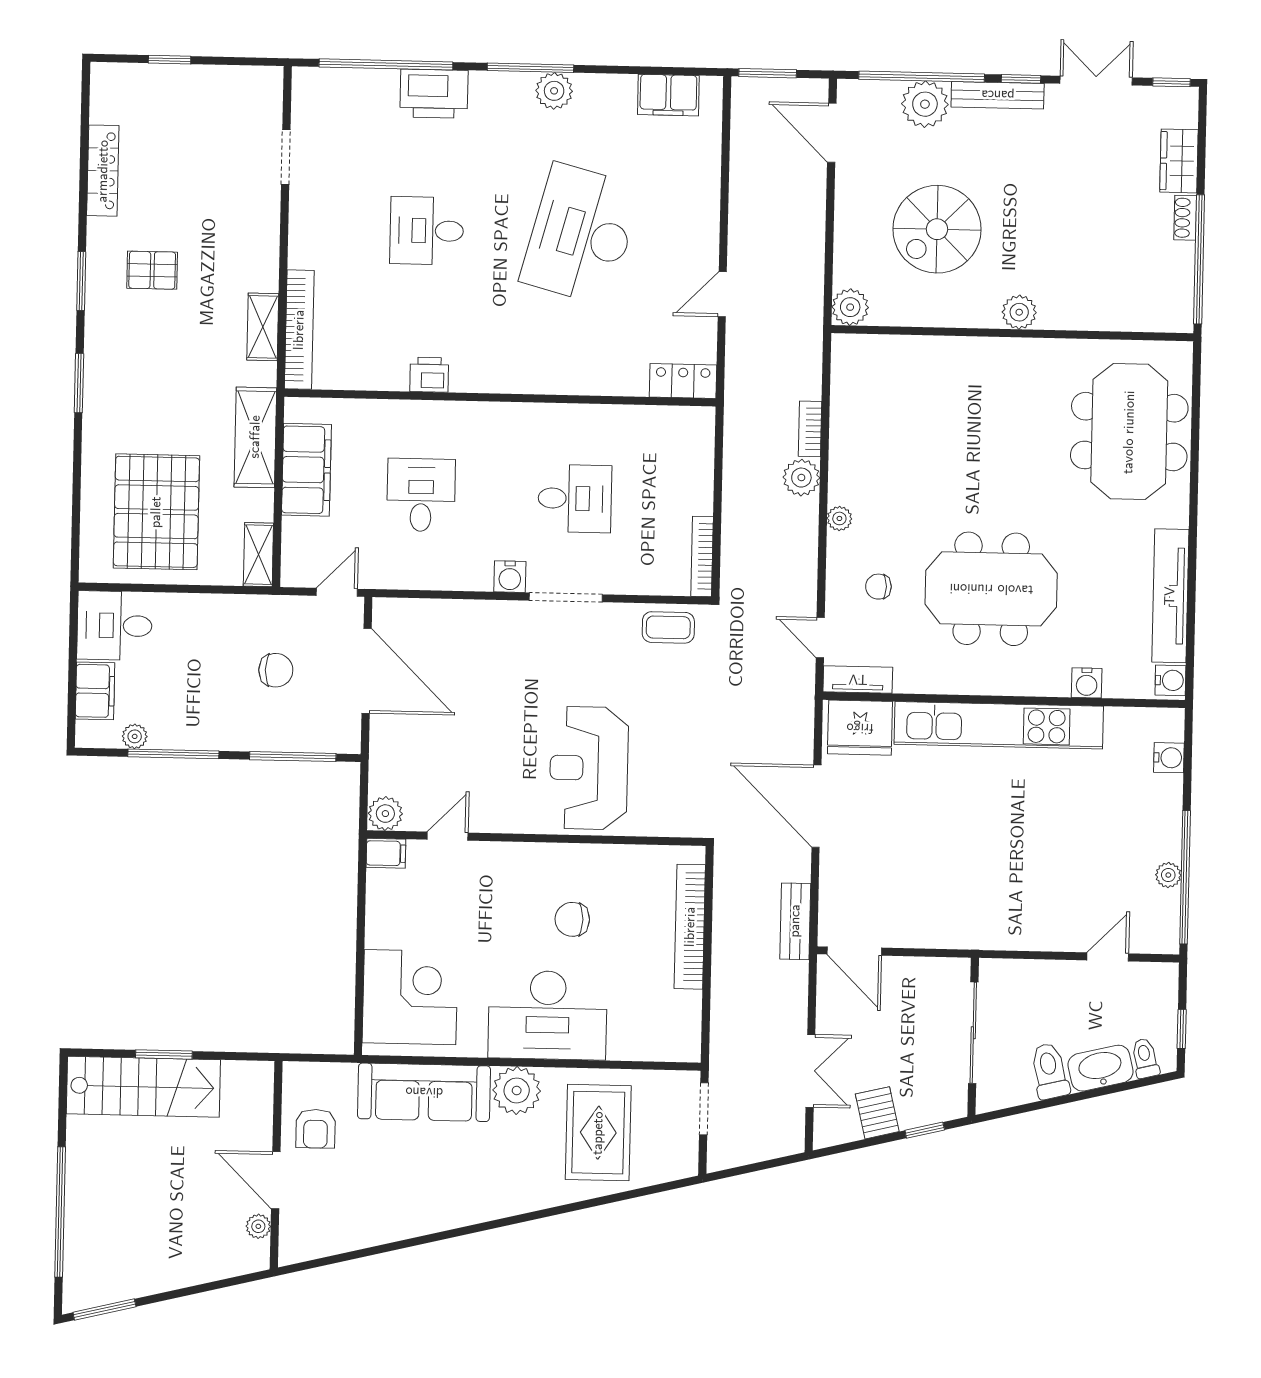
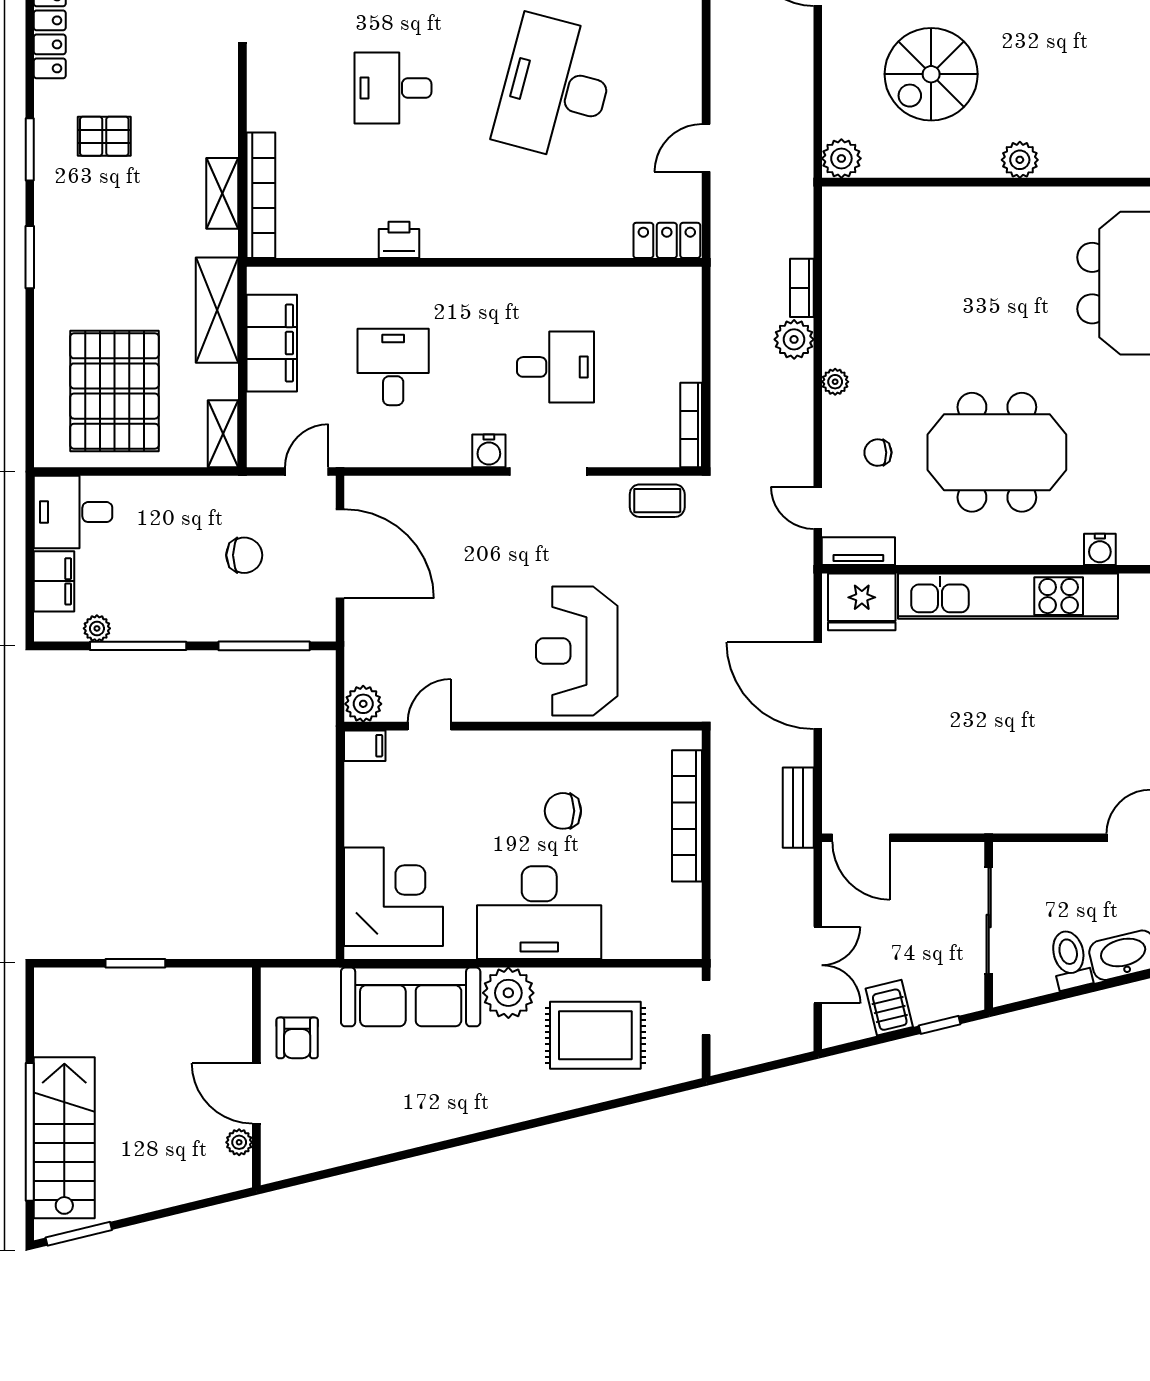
stairs: (143, 1087) -> (64, 1138), moved, turned -90
rug: (598, 1133) -> (595, 1035), turned 90

